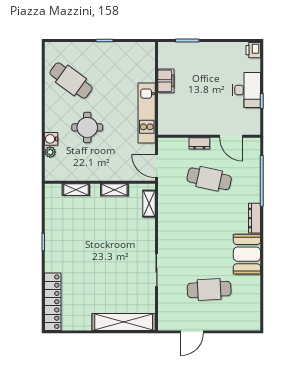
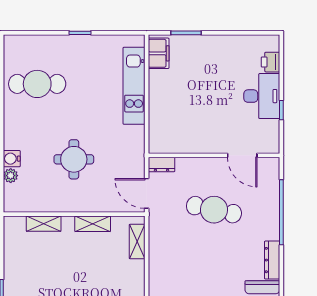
printer: (253, 50) -> (270, 62), moved
cafe table: (71, 80) -> (37, 84), turned -36
filing cabinet: (166, 81) -> (159, 53), moved
kitchen unit: (147, 113) -> (134, 86), moved
round table: (87, 127) -> (74, 159), moved
dresser: (199, 143) -> (162, 164), moved

